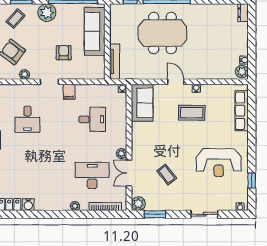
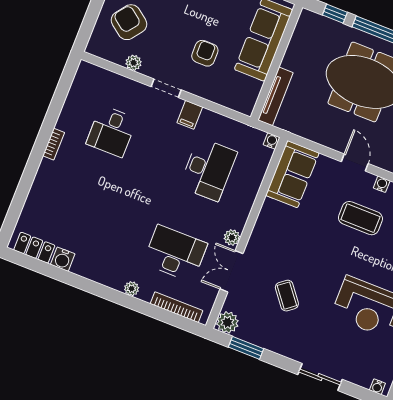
desk: (92, 119) -> (208, 169), width x1.37

